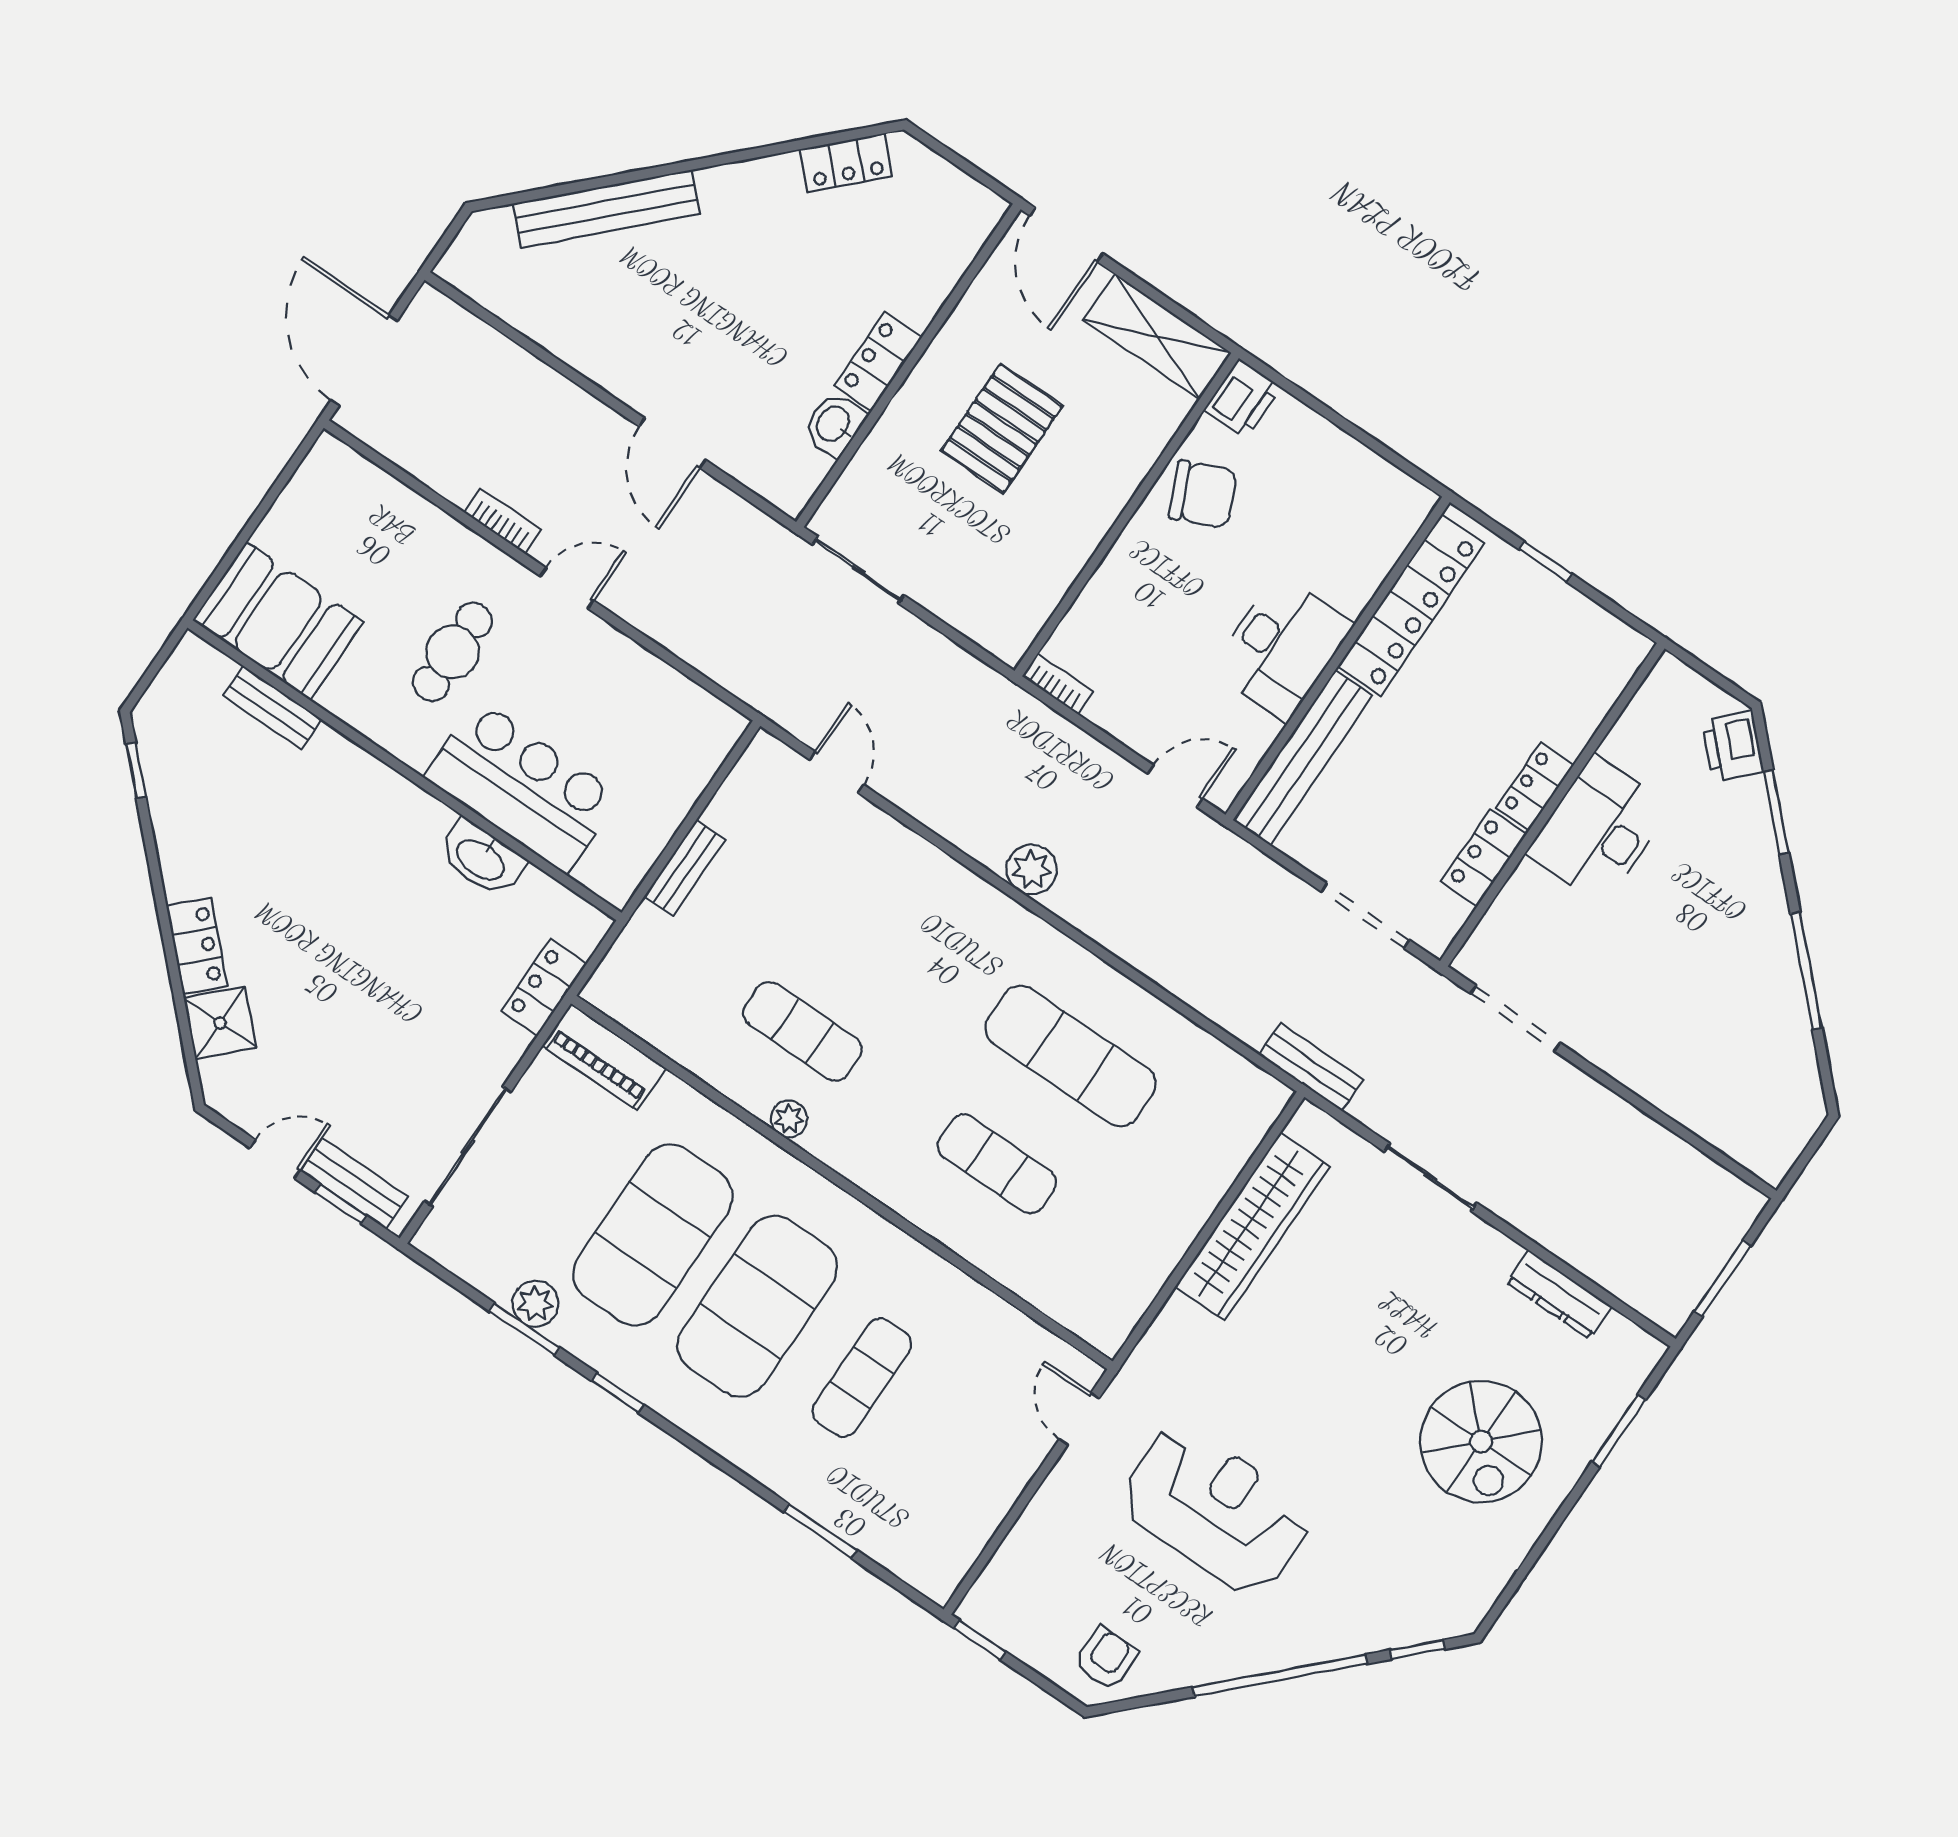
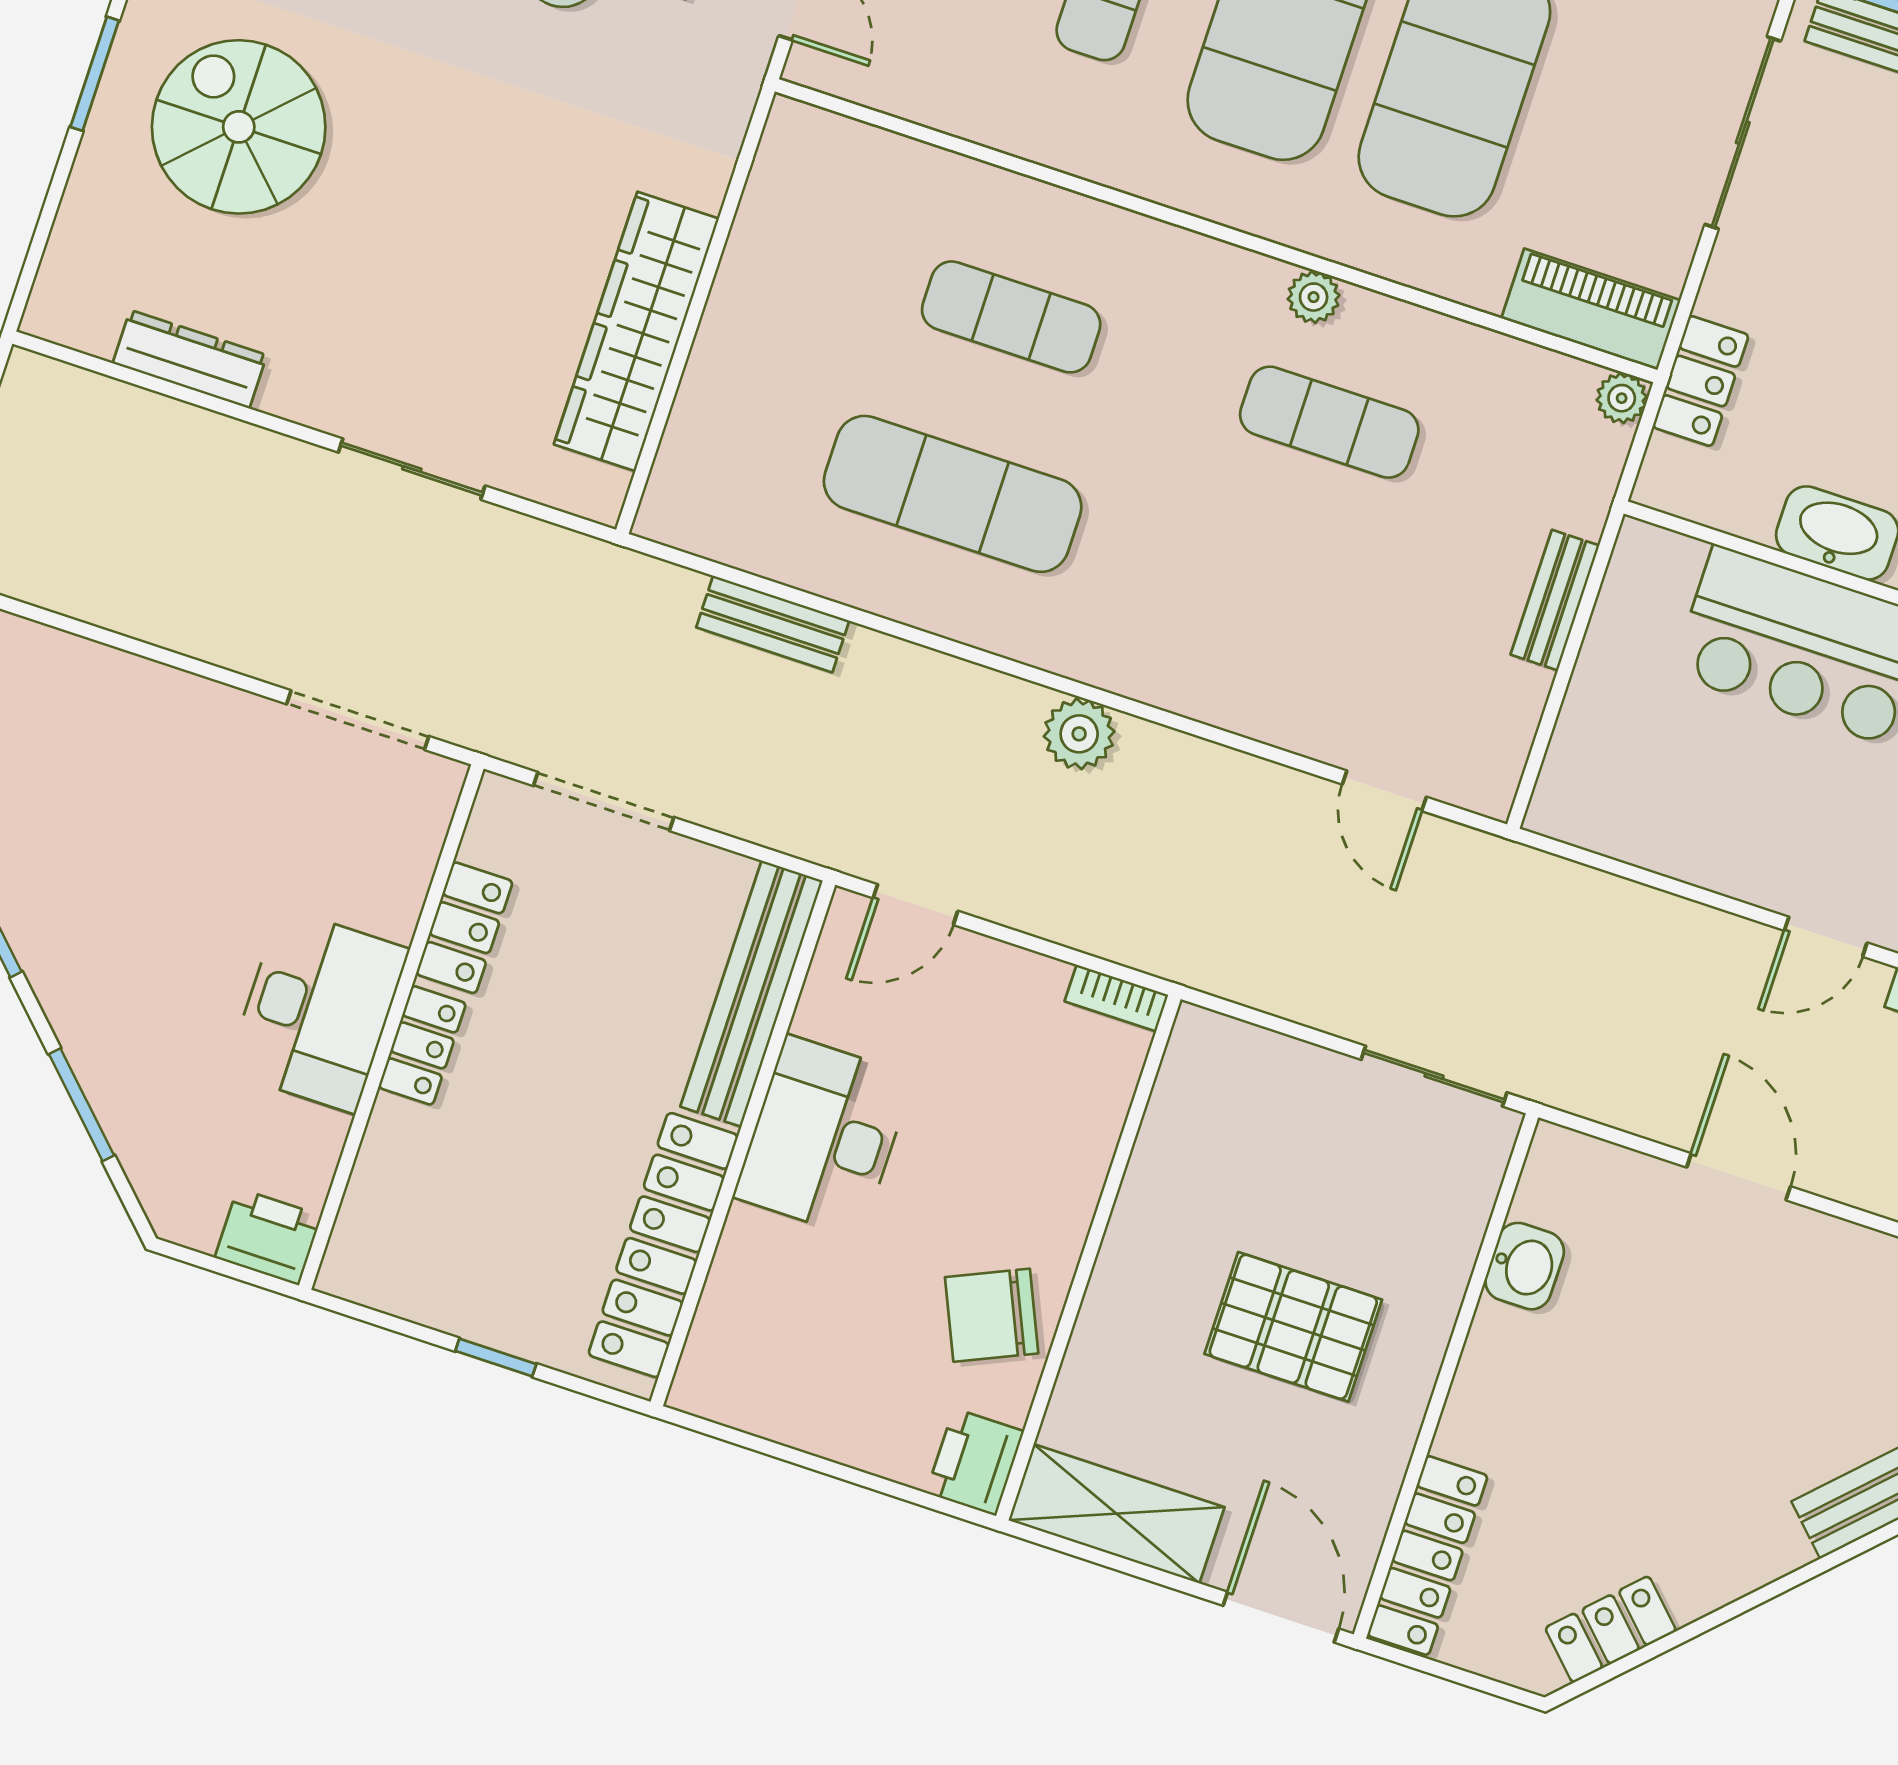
locker: (878, 362) -> (1427, 1555), moved, width x1.53
pallet: (1002, 428) -> (1293, 1327), turned 90
printer: (1733, 746) -> (268, 1237), moved, turned -45
plant: (601, 991) -> (1622, 398), added
bench: (1311, 1067) -> (773, 624), moved
window: (1619, 1431) -> (95, 74), moved

